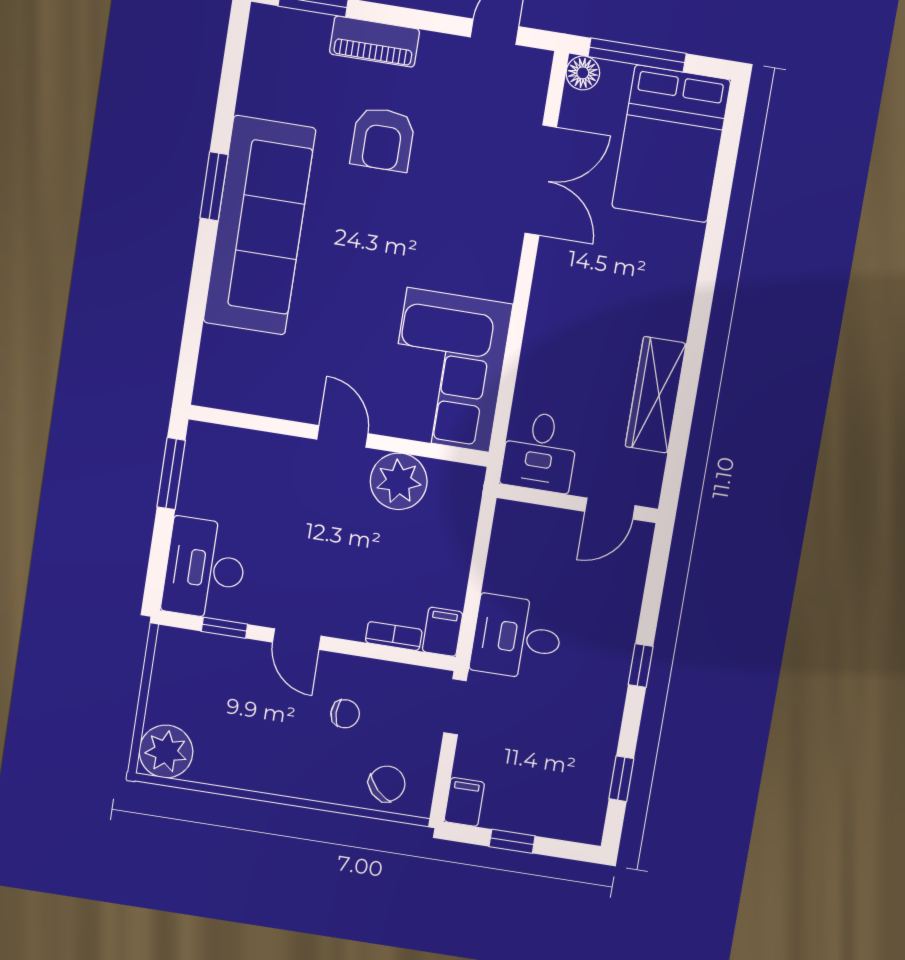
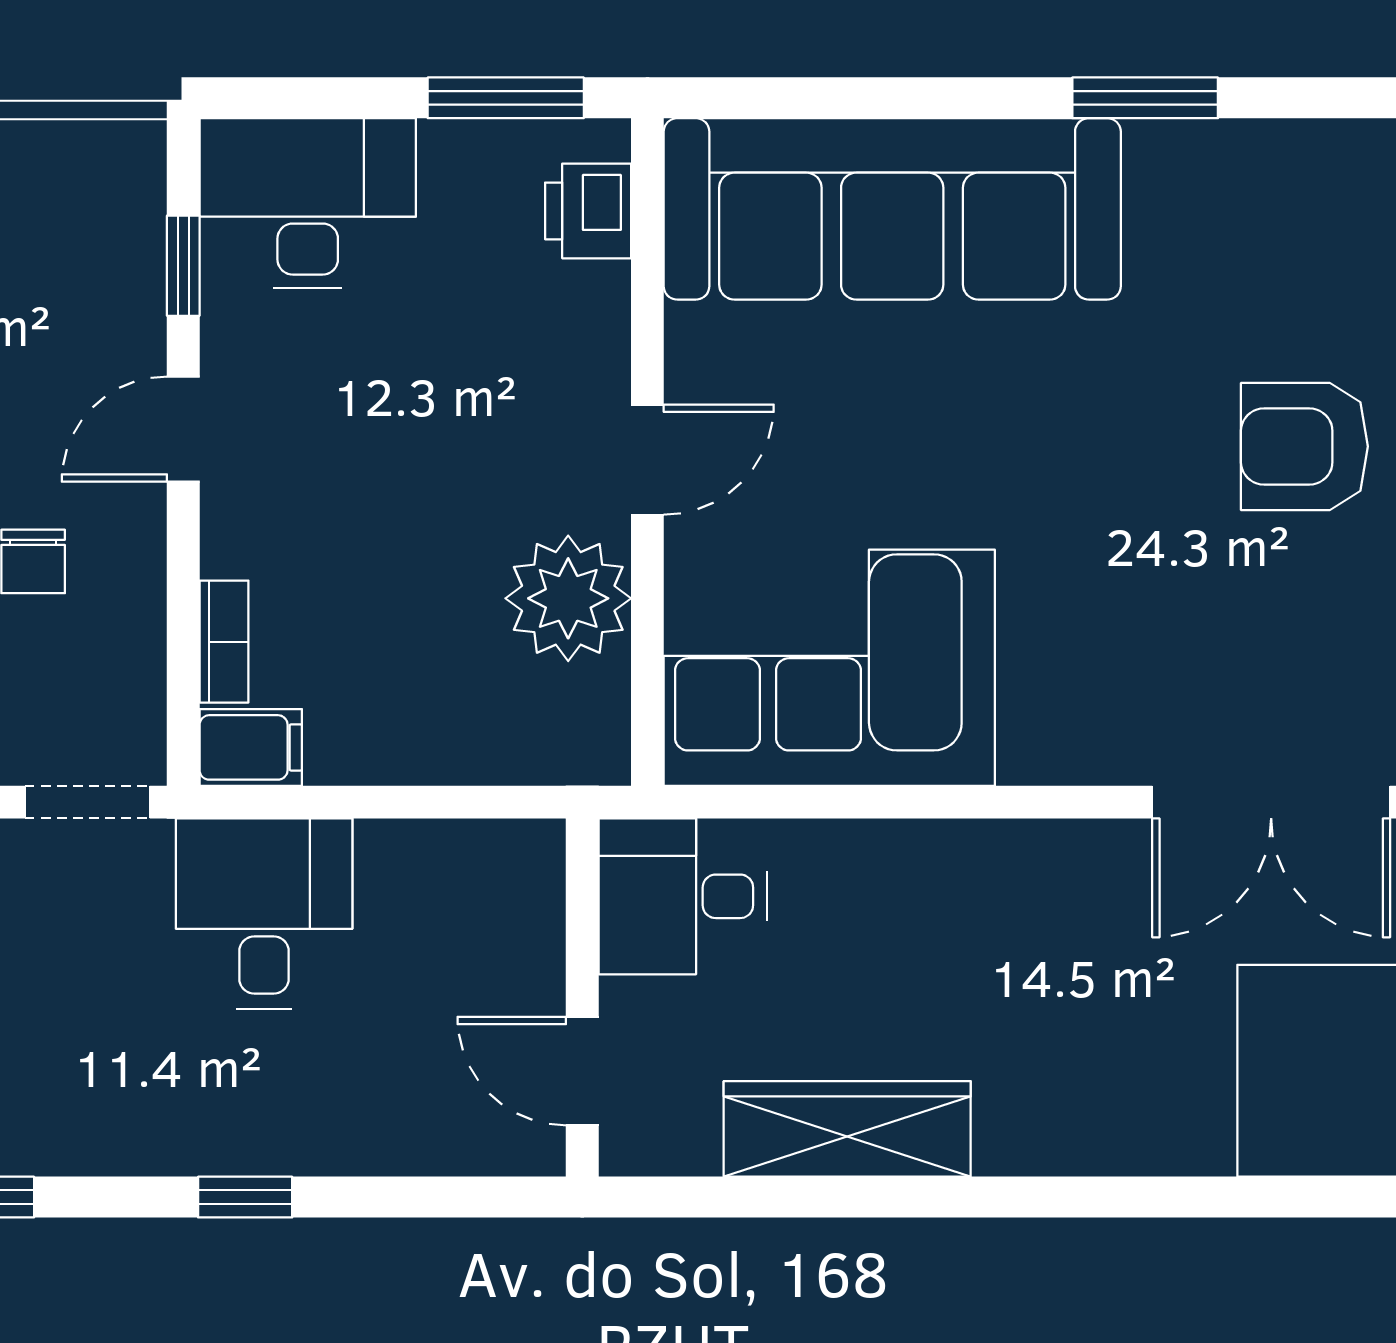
sofa: (259, 225) -> (892, 209), moved
printer: (227, 445) -> (588, 211), added

